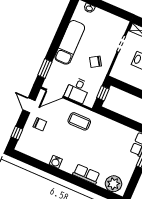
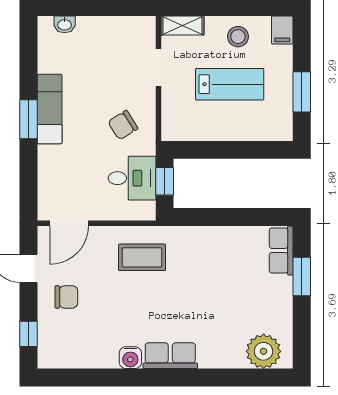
exam couch: (70, 42) -> (50, 109), width x0.73, depth x0.69
window: (45, 69) -> (29, 119), moved
desk: (77, 90) -> (132, 178), moved, turned -90
row of seats: (86, 174) -> (170, 356), moved

